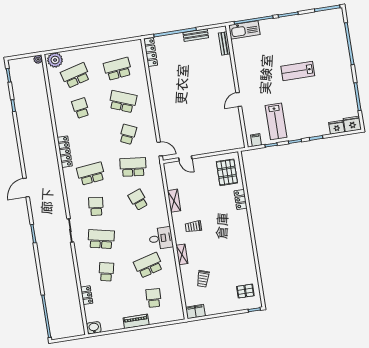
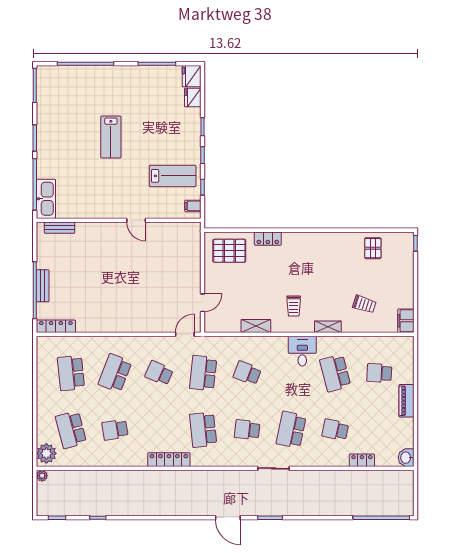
bench: (196, 35) -> (43, 286), moved
door: (26, 188) -> (228, 518), moved
school desk: (138, 200) -> (247, 373), turned 42
pallet: (245, 291) -> (373, 248), moved

